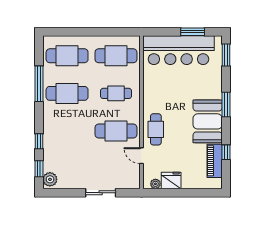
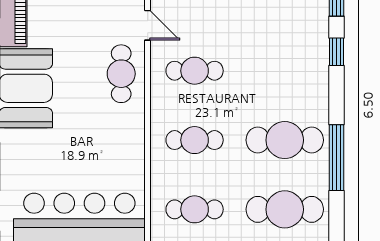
cafe table: (116, 56) -> (195, 209), width x0.73, depth x0.74
cafe table: (116, 131) -> (195, 71), width x0.73, depth x0.74

